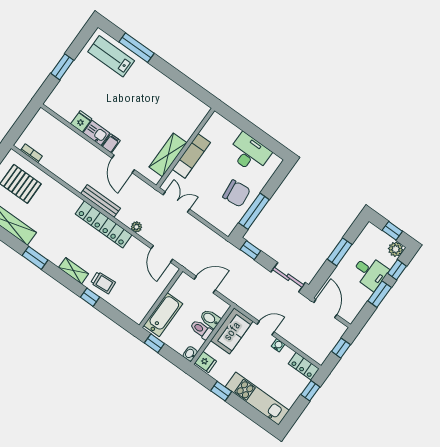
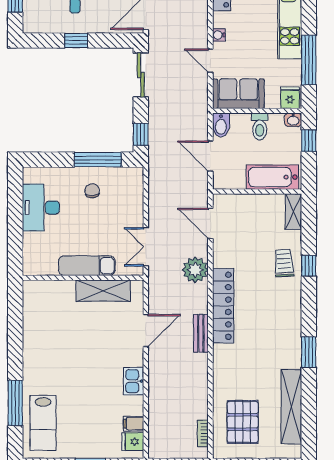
fridge: (81, 121) -> (133, 442), moved
filing cabinet: (111, 143) -> (134, 424), moved
chair: (237, 193) -> (92, 191), width x0.54, depth x0.54
bench: (101, 201) -> (201, 333), width x0.73
plant: (136, 227) -> (195, 270), width x1.88, depth x1.88
window: (340, 252) -> (76, 41), width x0.67
door: (162, 254) -> (210, 223), swing flipped
shelving: (74, 271) -> (293, 212), moved
bidet: (210, 319) -> (221, 125), moved
window: (154, 343) -> (309, 141), moved
window: (221, 391) -> (309, 60), width x2.17

